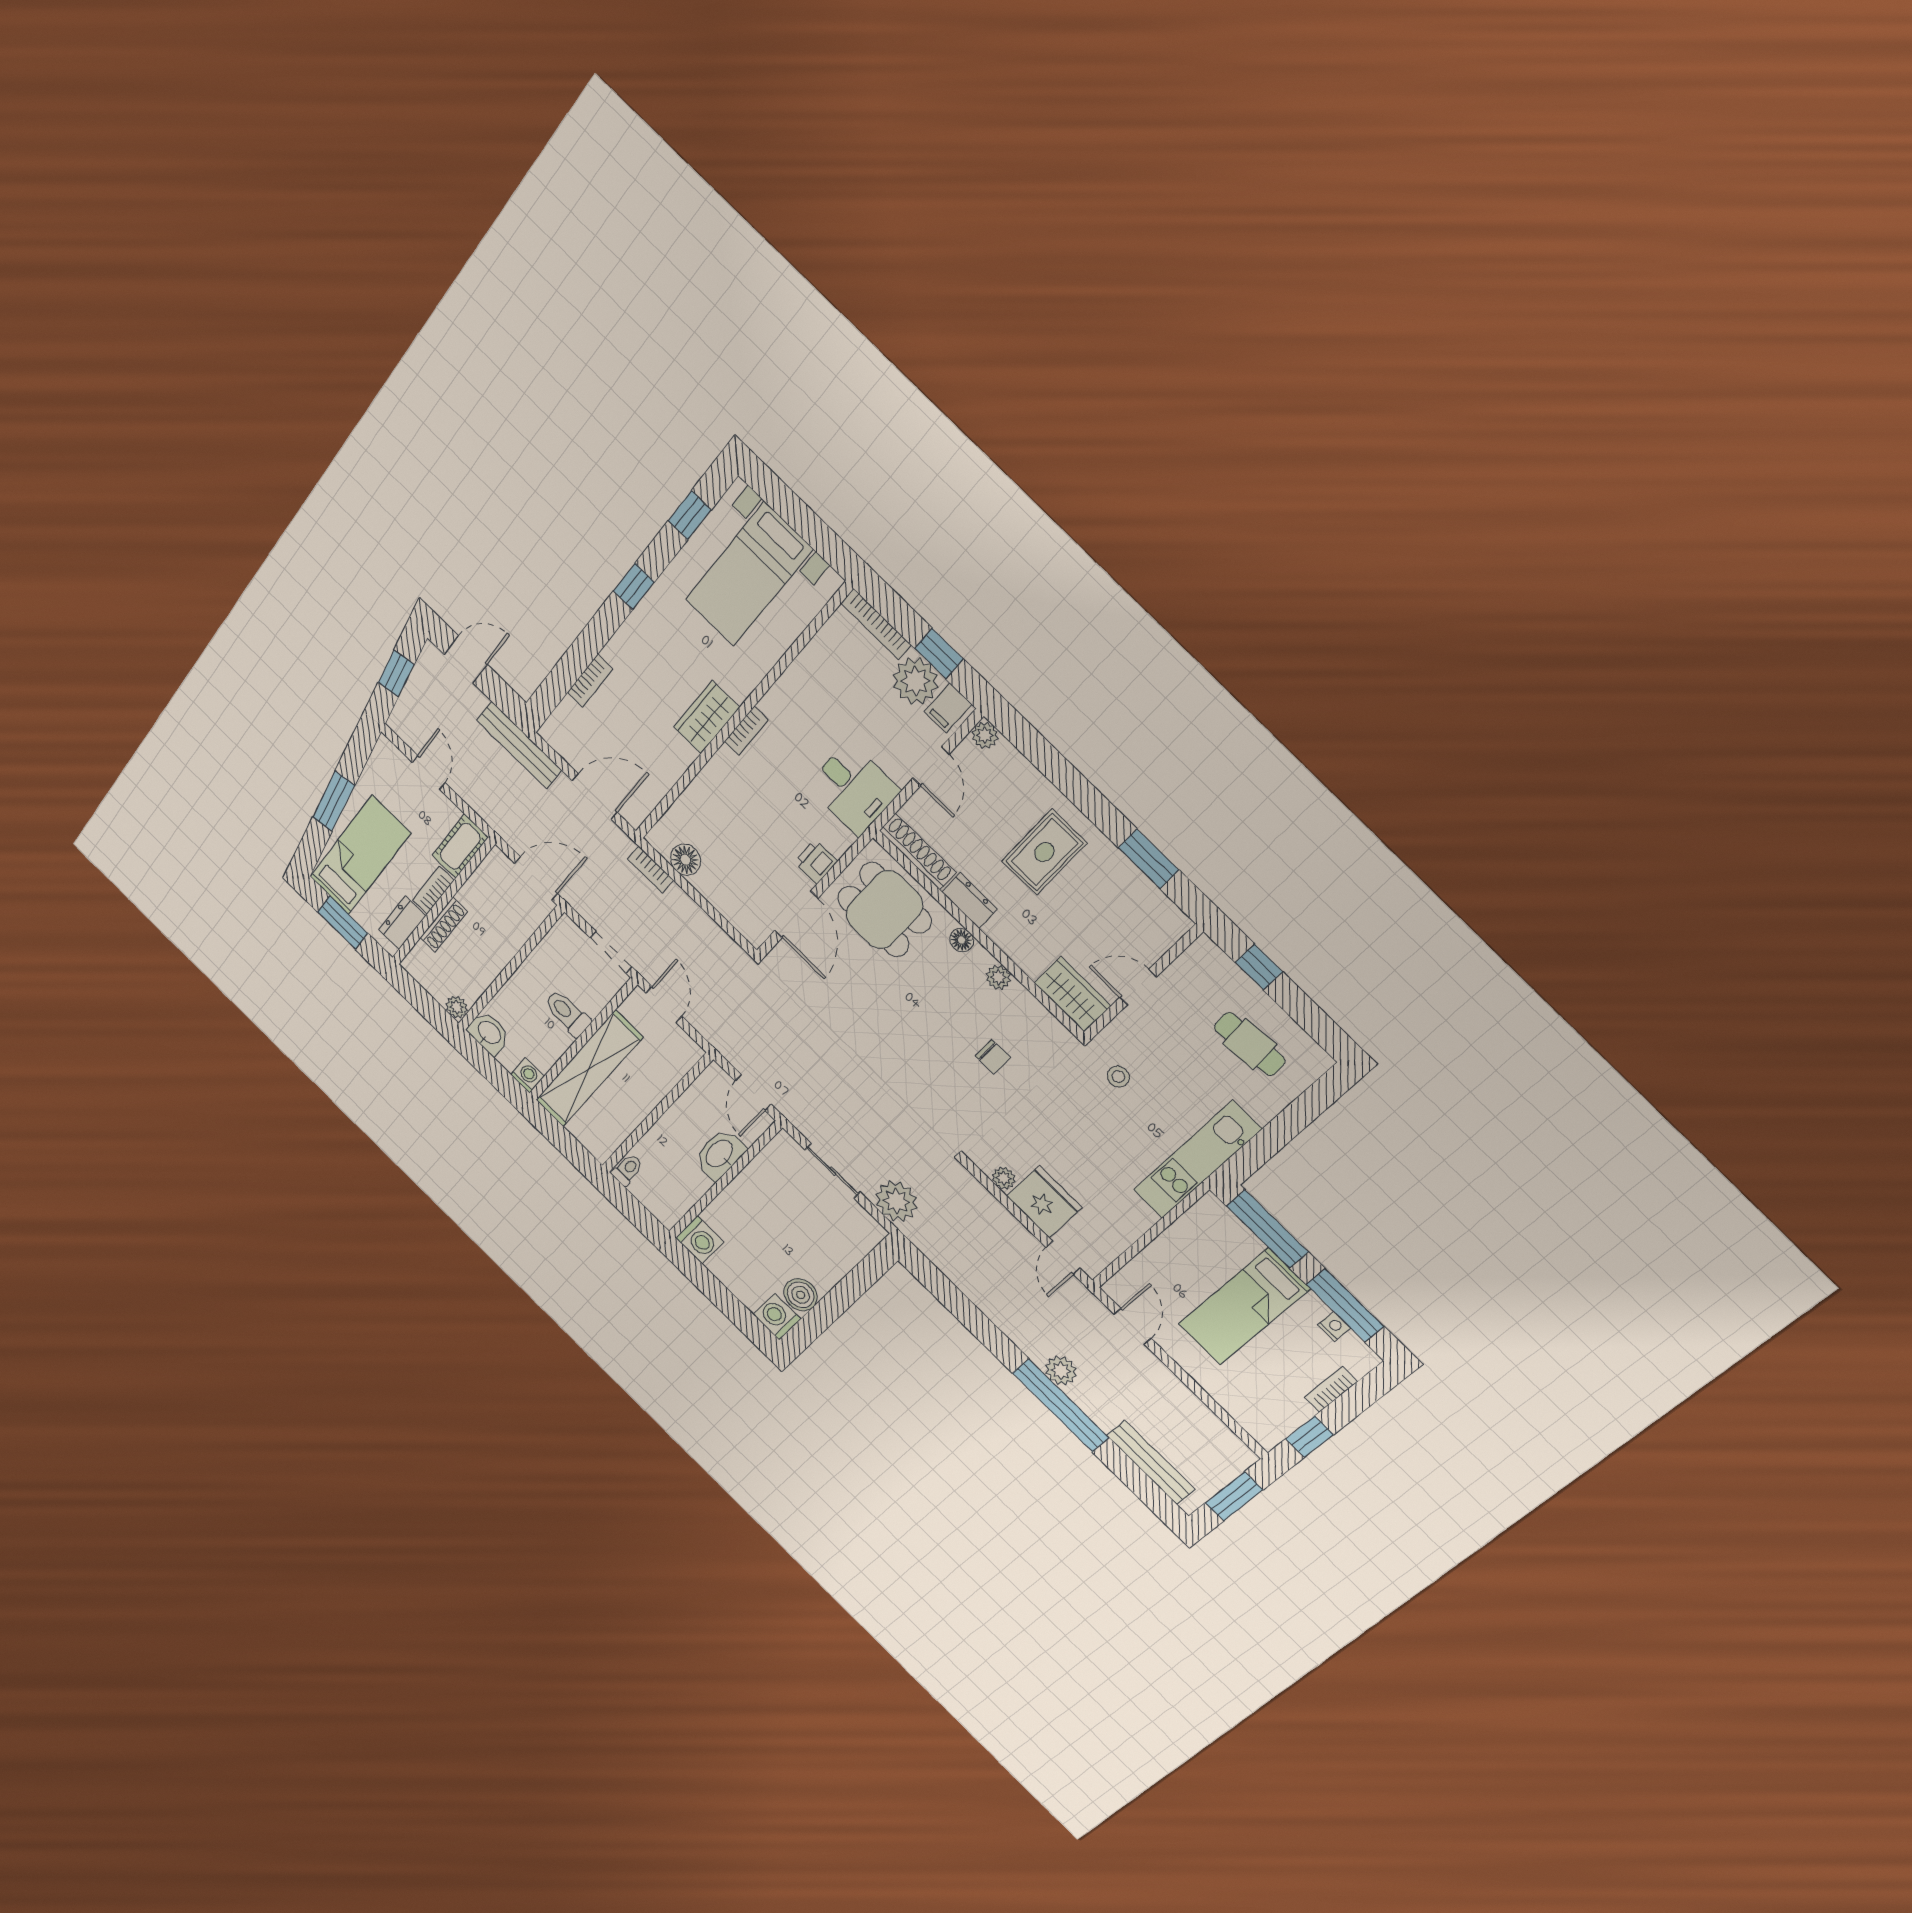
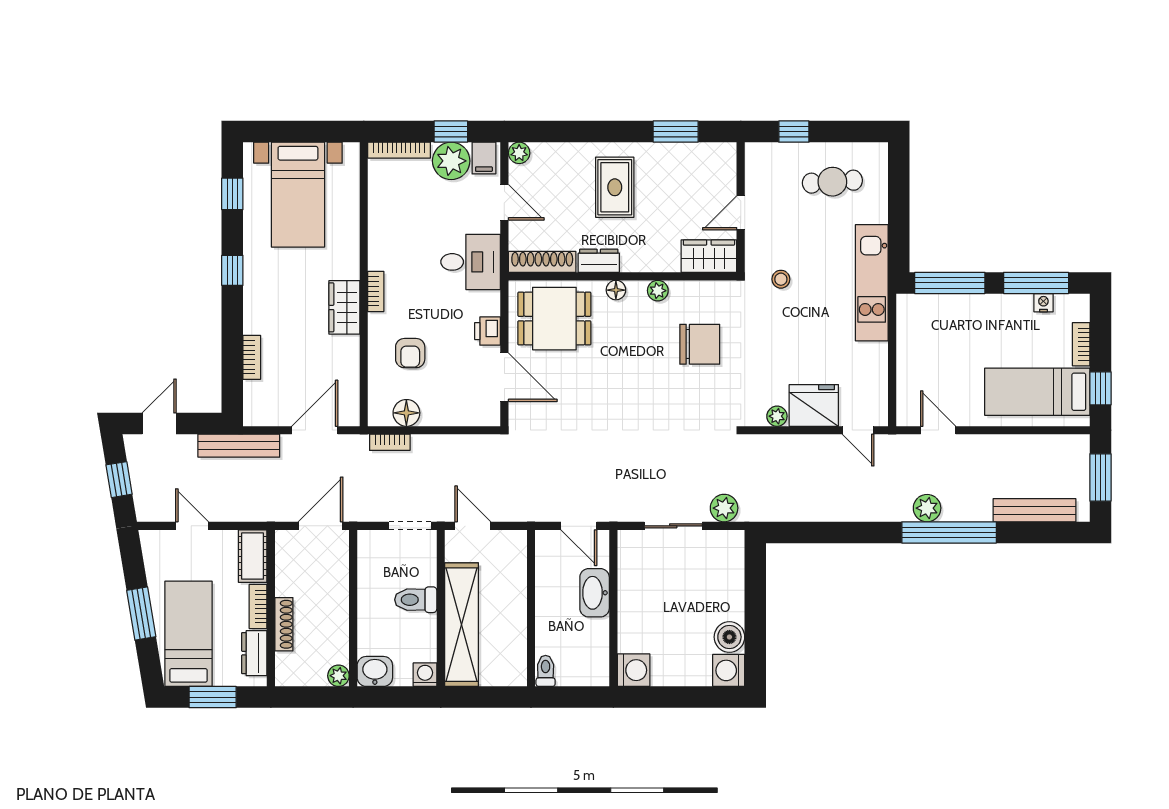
armchair: (731, 813) -> (410, 353), added
chair: (993, 1057) -> (700, 344), width x1.87, depth x1.87
plant: (896, 1201) -> (724, 508), width x0.73, depth x0.73
bed: (1244, 1307) -> (1037, 392), moved, turned 90

